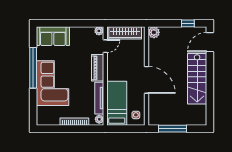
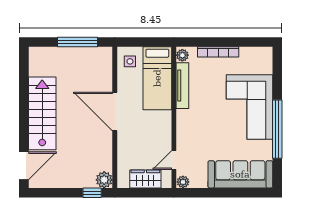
window: (188, 23) -> (92, 193), moved
wardrobe: (125, 33) -> (145, 179), width x0.67
sofa: (53, 36) -> (240, 174), width x1.36
piano: (98, 68) -> (185, 129), removed

